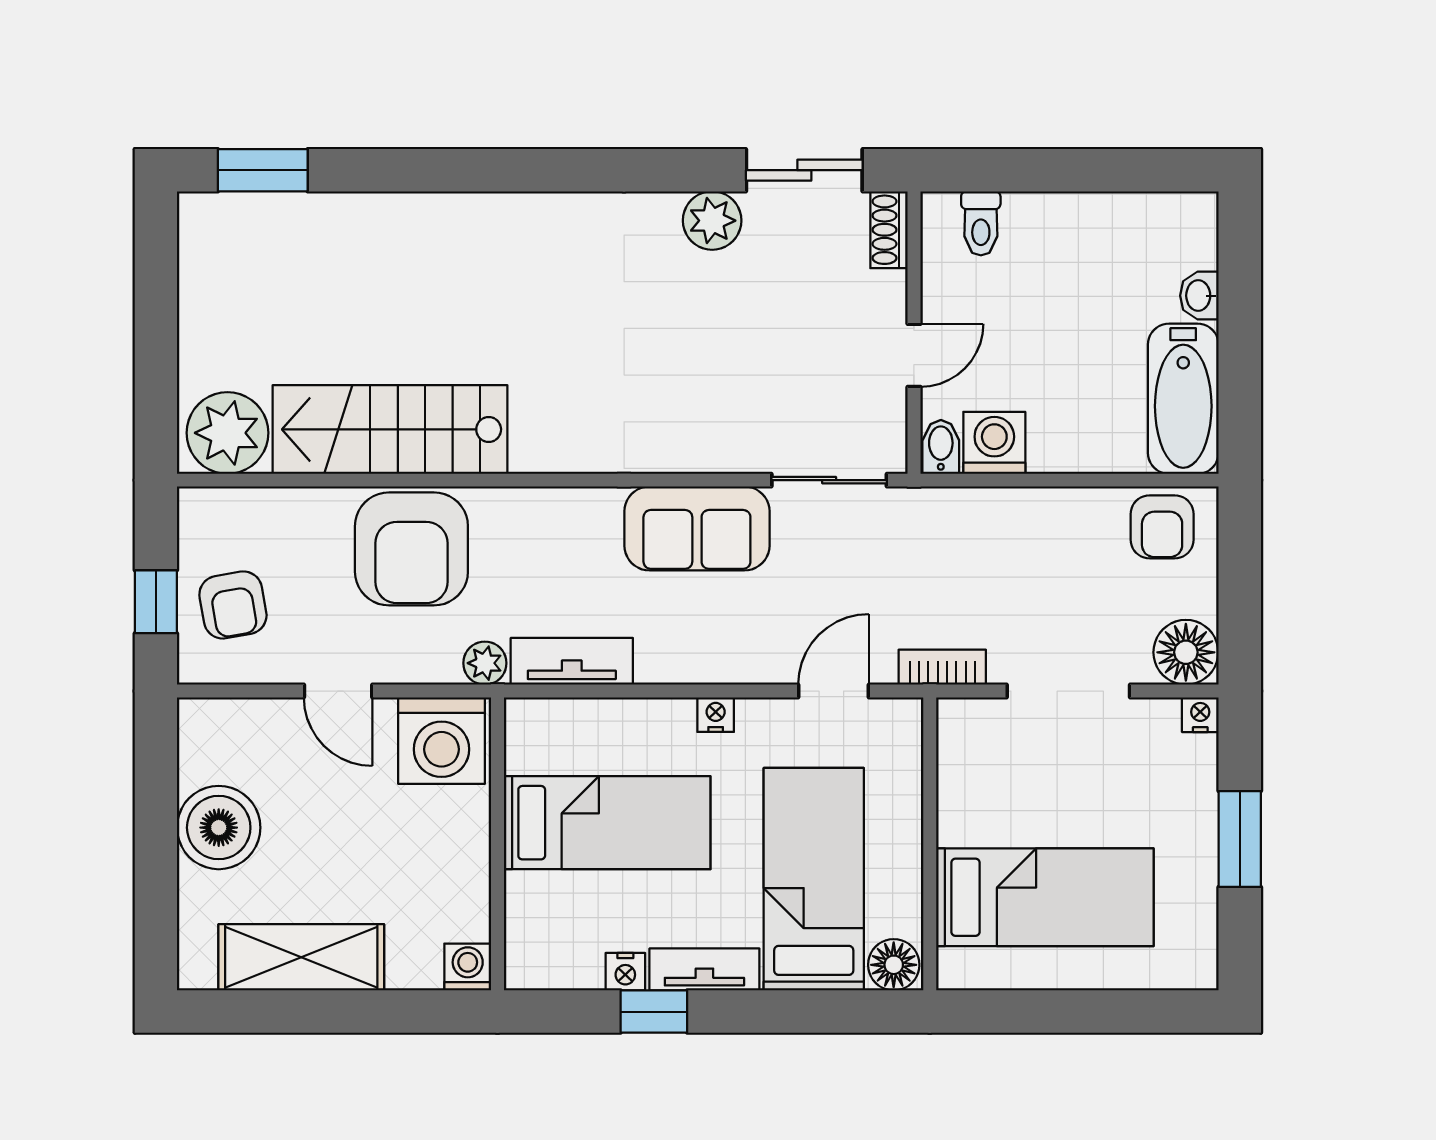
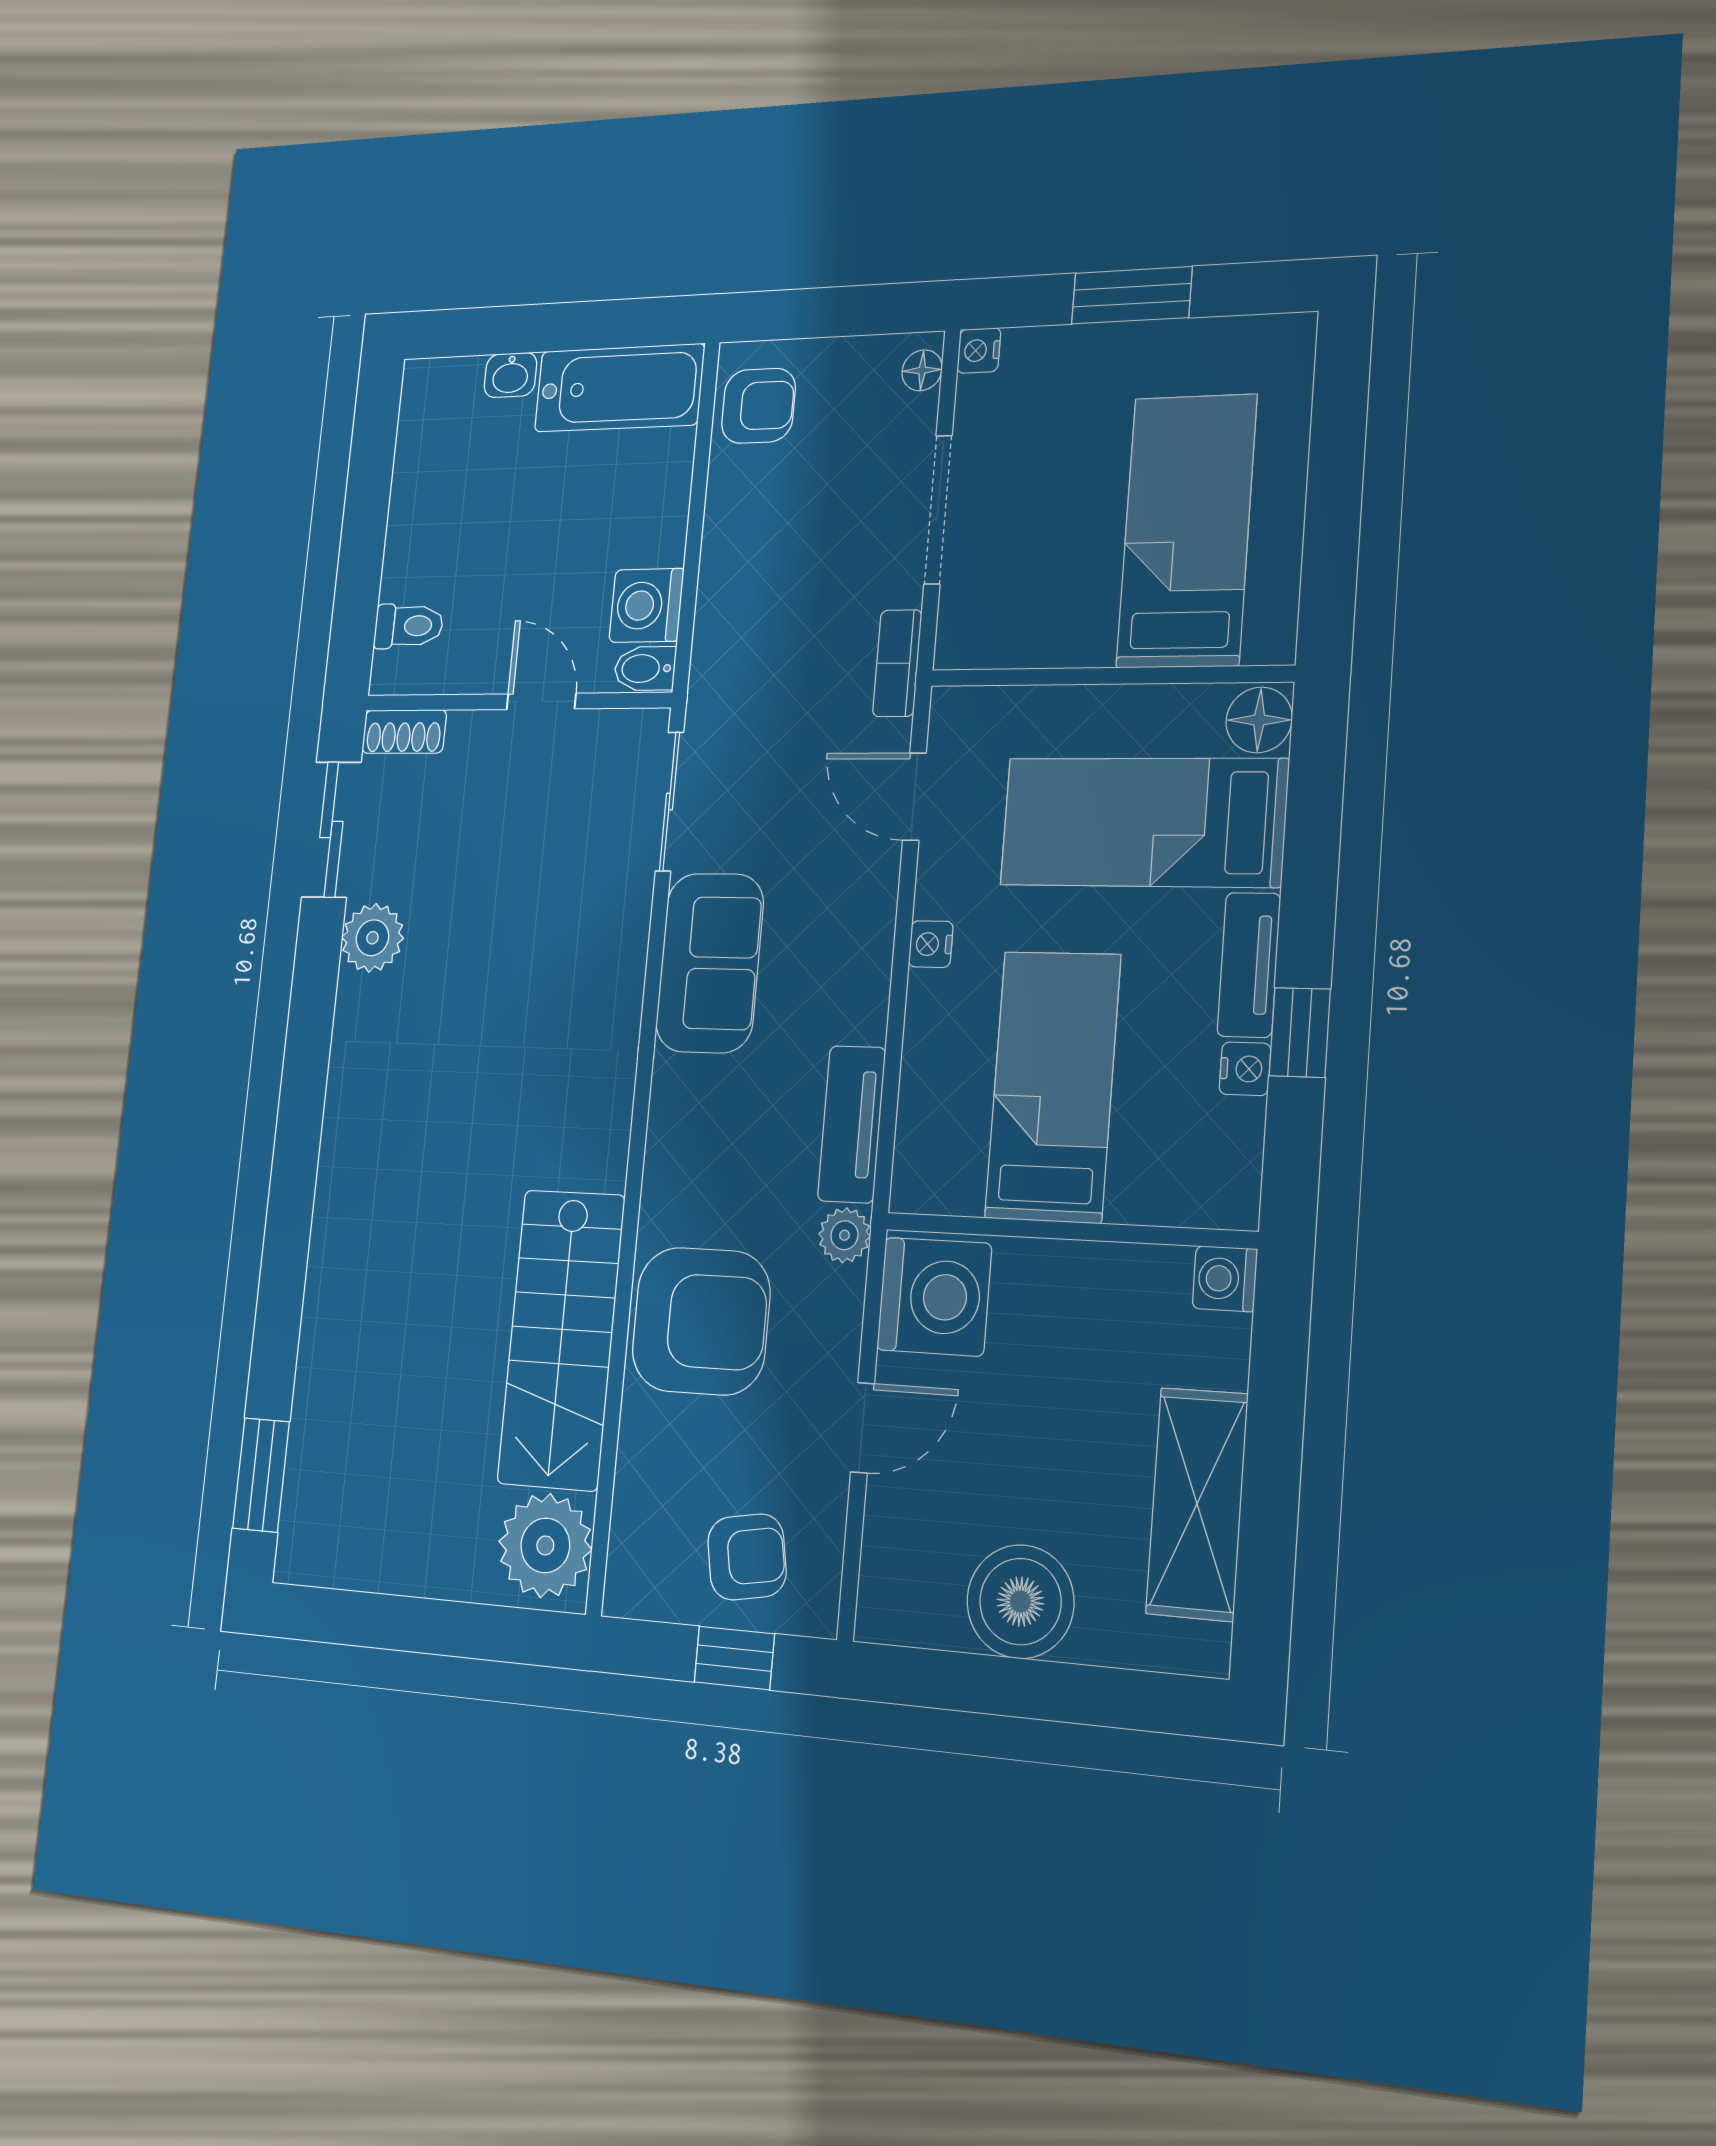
floor lamp: (1186, 652) -> (922, 370), width x0.53, depth x0.53

